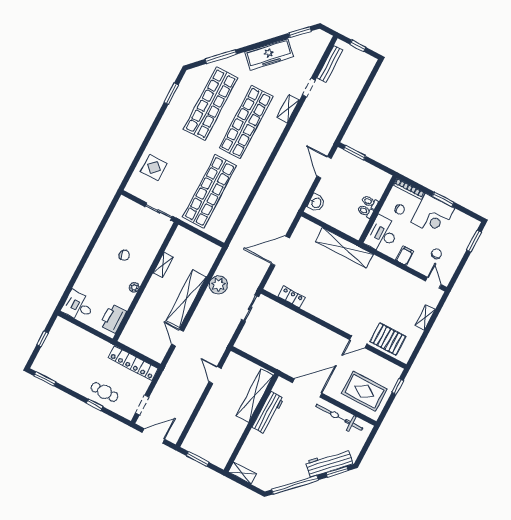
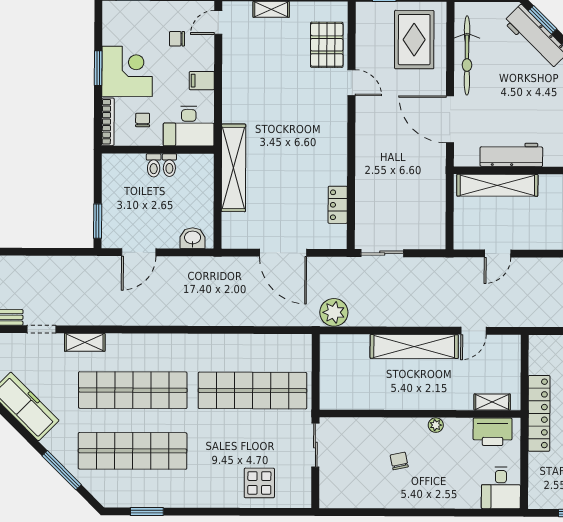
shelving: (163, 265) -> (492, 402), moved
plant: (218, 285) -> (334, 312), moved
locker: (133, 363) -> (539, 413), moved

